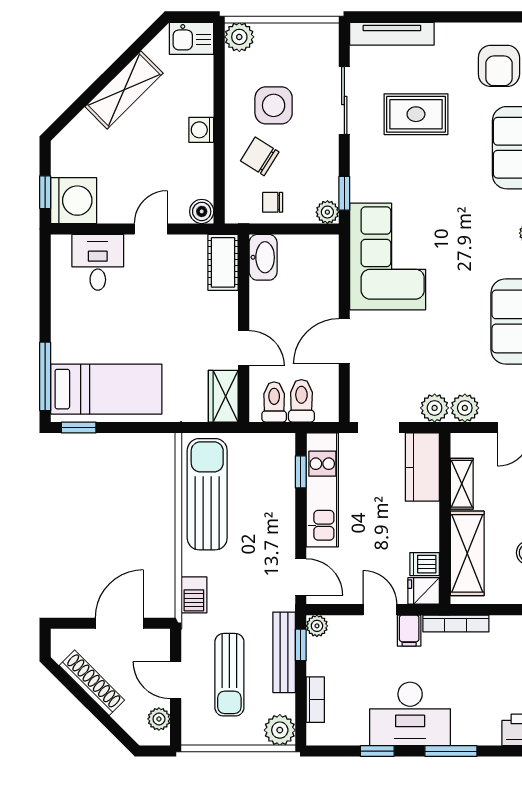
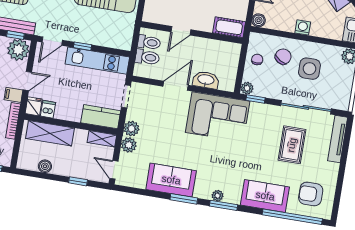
sliding door: (344, 100) -> (306, 107), width x1.37
washbasin: (263, 257) -> (206, 80), moved, turned 180
door: (344, 341) -> (176, 86), hinge flipped
wardrobe: (223, 396) -> (157, 15), removed
window: (301, 472) -> (82, 46), moved
shelving: (462, 484) -> (102, 139), moved
plant: (317, 626) -> (18, 50), width x1.87, depth x1.87

